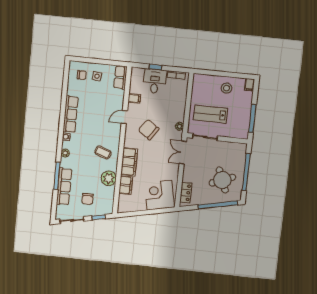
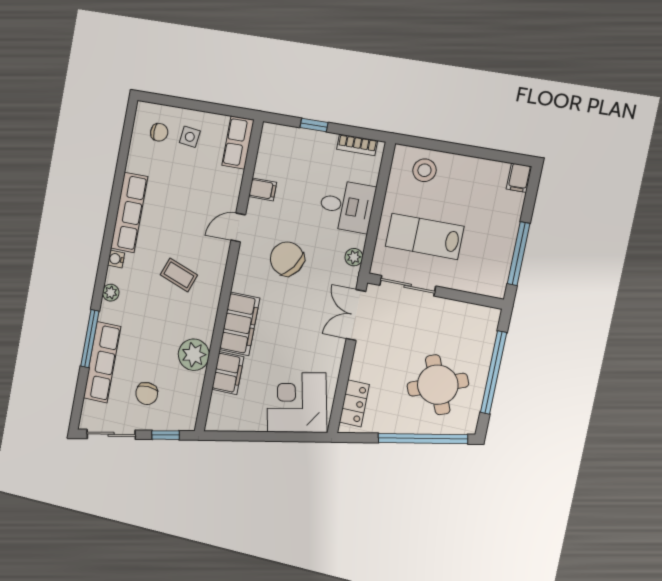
desk: (155, 81) -> (347, 206), moved, turned 90
stool: (226, 88) -> (424, 170), moved
coffee table: (103, 152) -> (179, 275), moved

